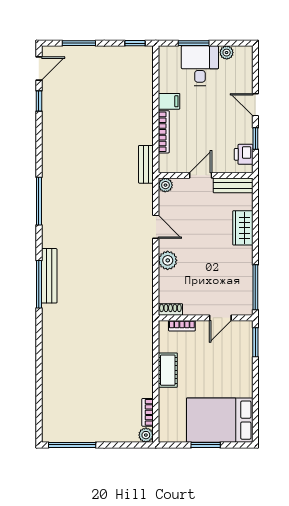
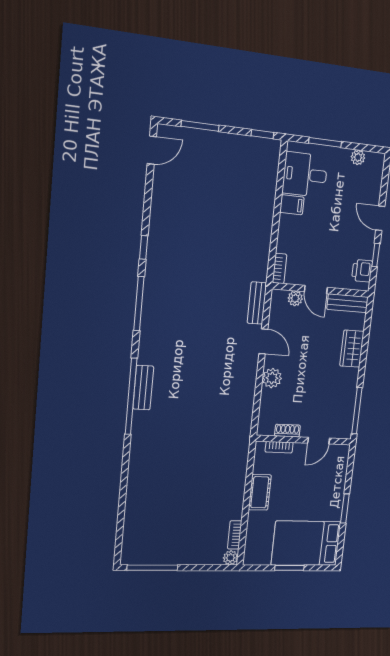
desk: (200, 66) -> (305, 175), moved, turned -90
window: (39, 101) -> (144, 247), moved
bookcase: (164, 132) -> (279, 269), moved, width x0.64
bench: (146, 164) -> (257, 303), moved
door: (201, 175) -> (316, 290), swing flipped
plant: (165, 185) -> (295, 298), moved
bench: (49, 276) -> (143, 388), width x0.73
window: (39, 284) -> (131, 396), width x1.46
shoe rack: (170, 309) -> (287, 431), moved
window: (255, 342) -> (345, 508), moved

